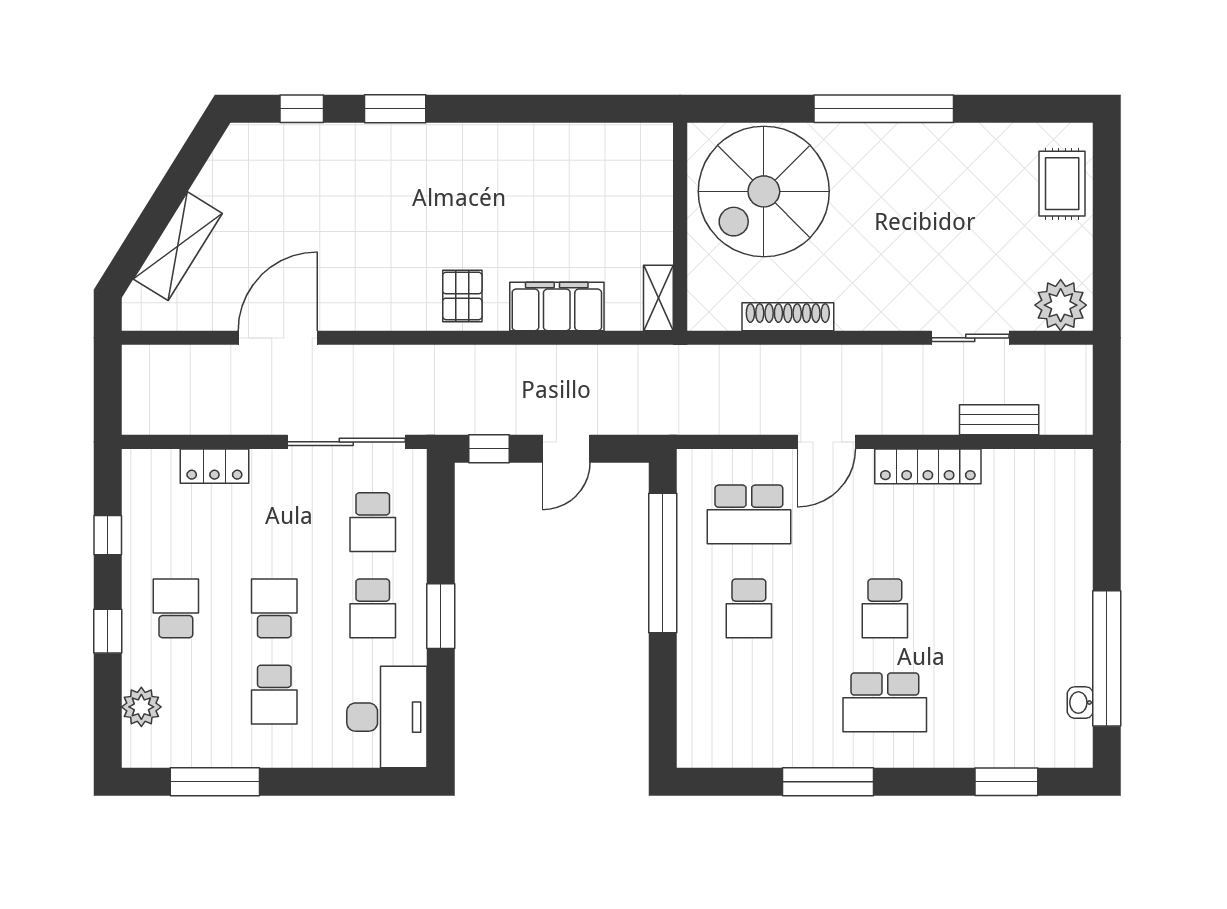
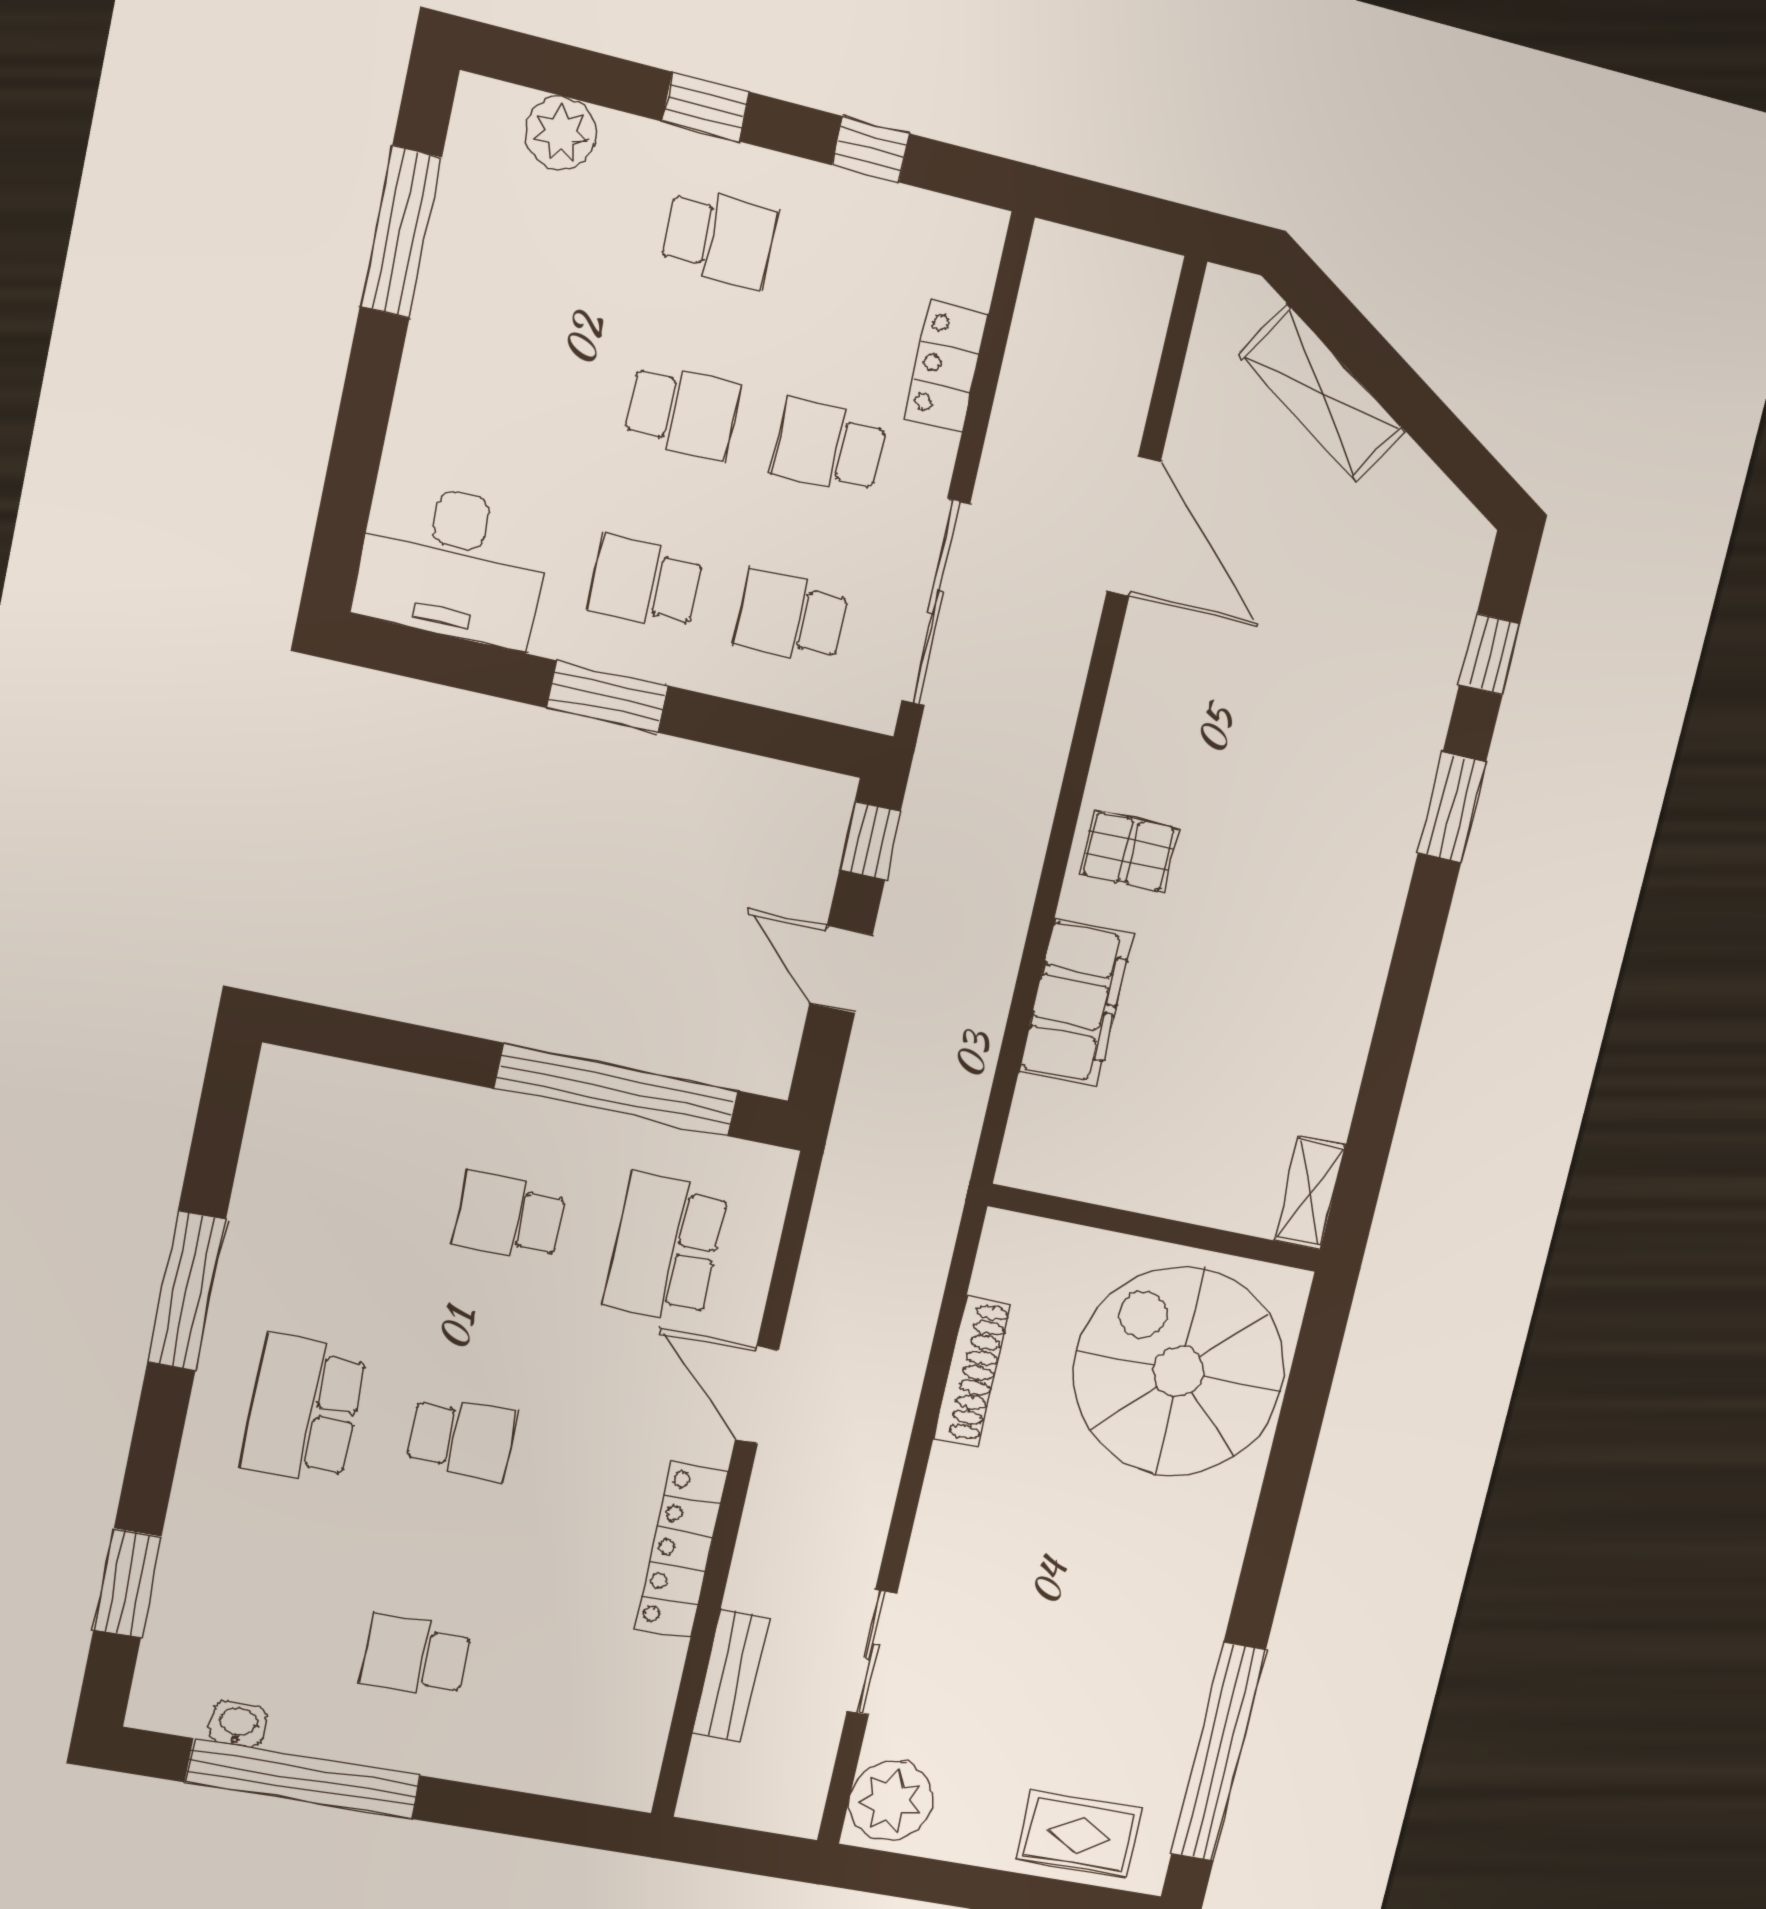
window: (884, 109) -> (1219, 1752), moved
shelving: (658, 298) -> (1310, 1193), moved, turned 90
school desk: (885, 608) -> (462, 1438), turned 180
school desk: (1021, 608) -> (415, 1656), added
school desk: (274, 695) -> (829, 447), moved

